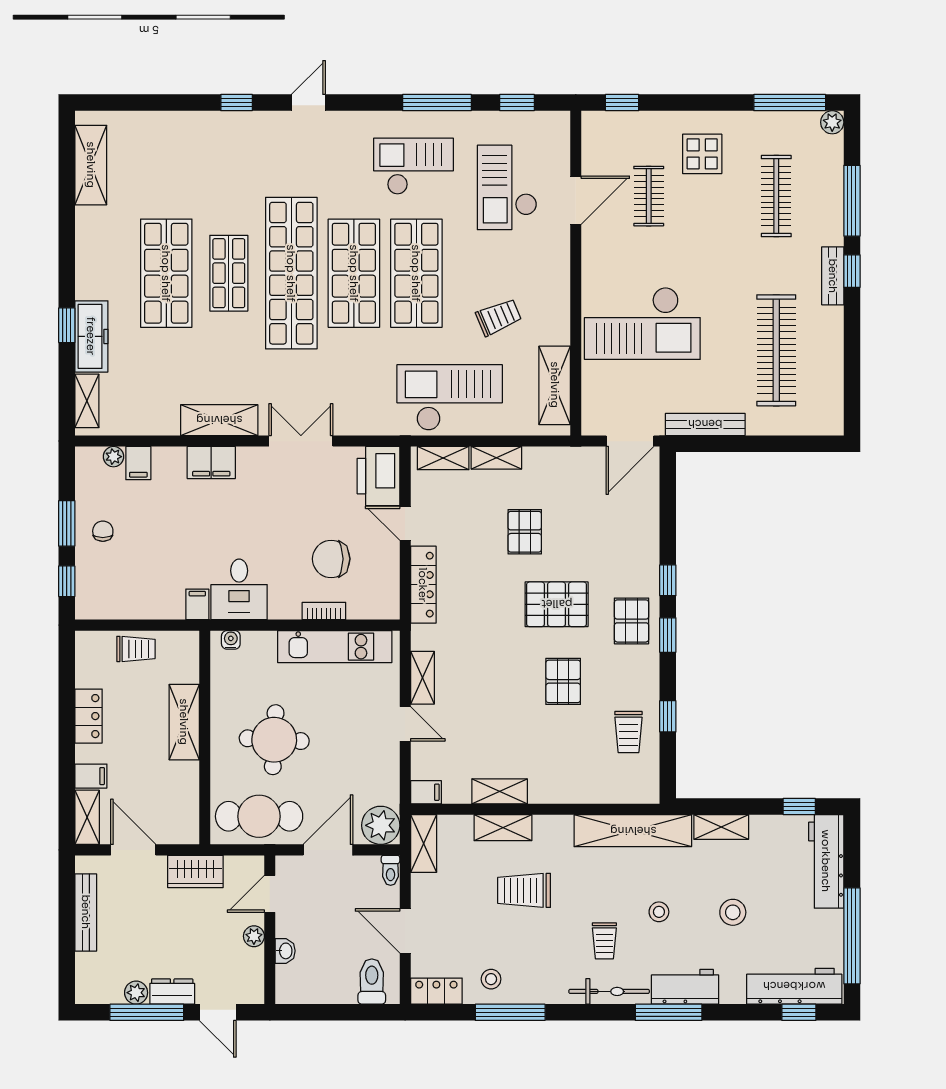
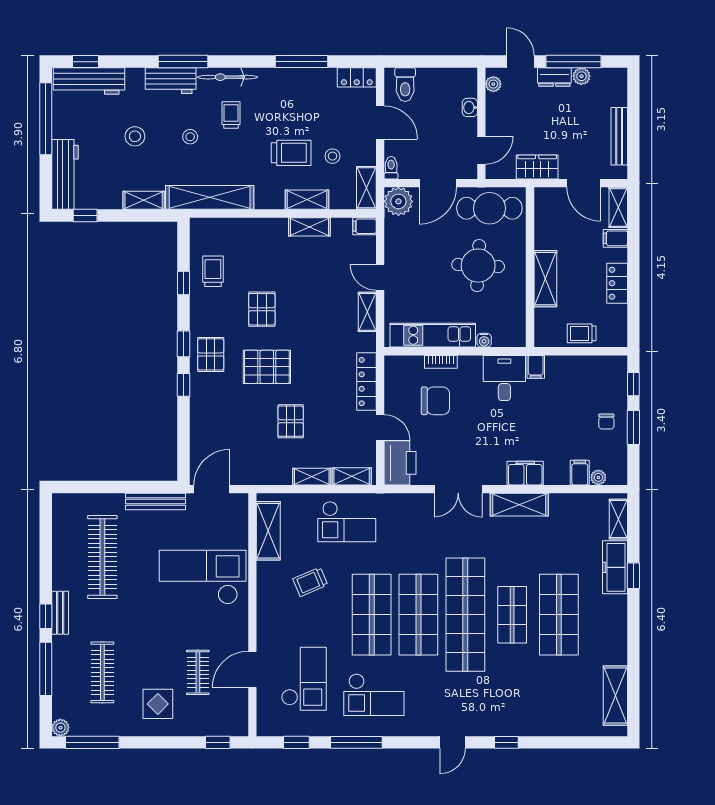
checkout: (450, 398) -> (347, 522), width x0.73, depth x0.83
water cooler: (231, 640) -> (484, 340), moved
plant: (254, 936) -> (493, 84), moved
stool: (491, 979) -> (332, 156), moved

